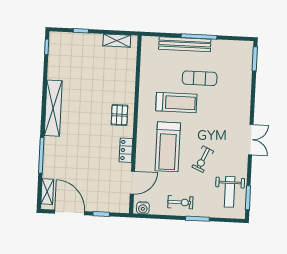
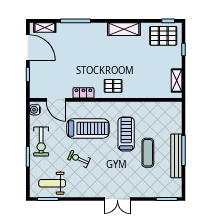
bench: (185, 44) -> (176, 156), moved
pallet: (64, 54) -> (163, 36), added
treadmill: (176, 103) -> (126, 134), turned 180
shelving: (53, 108) -> (124, 29), width x0.68
double door: (251, 140) -> (117, 199), moved
treadmill: (168, 147) -> (88, 128), turned 180
exercise bike: (180, 202) -> (41, 142), width x1.38, depth x1.39
door: (70, 212) -> (28, 48), hinge flipped

